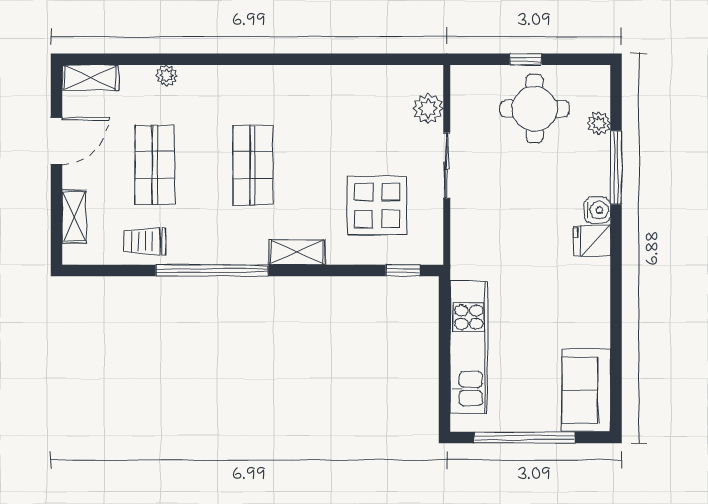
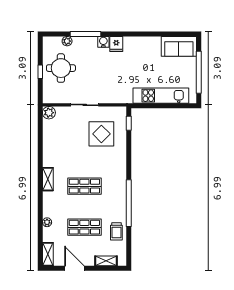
plant: (428, 108) -> (49, 113), moved
shelving: (297, 252) -> (48, 179), moved

